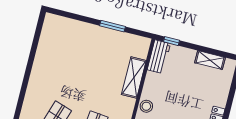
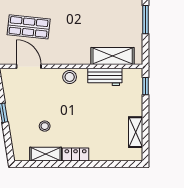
workbench: (159, 57) -> (105, 77), moved
shelving: (134, 77) -> (113, 56), moved

